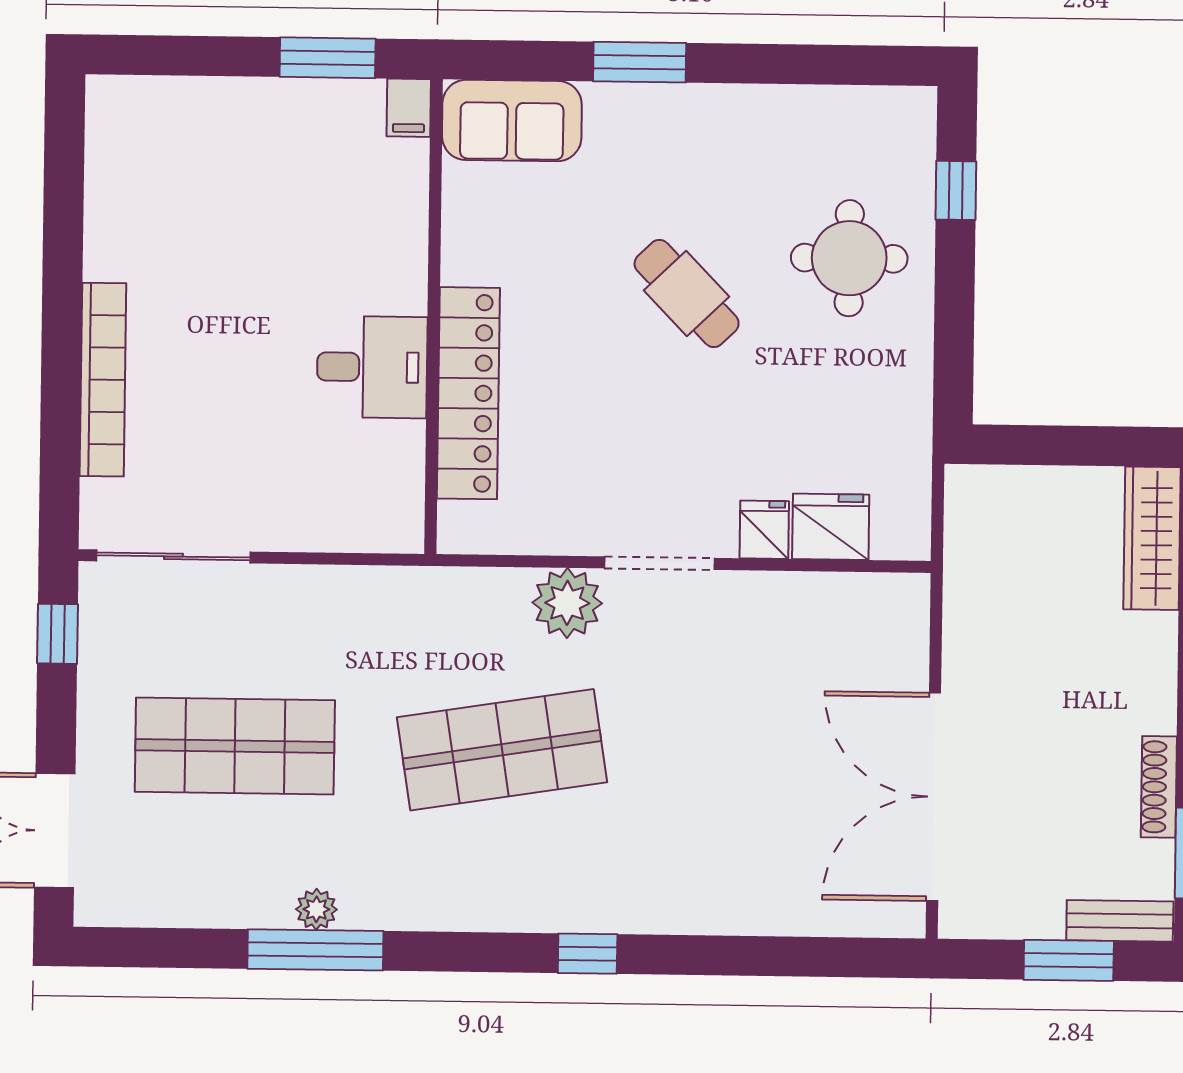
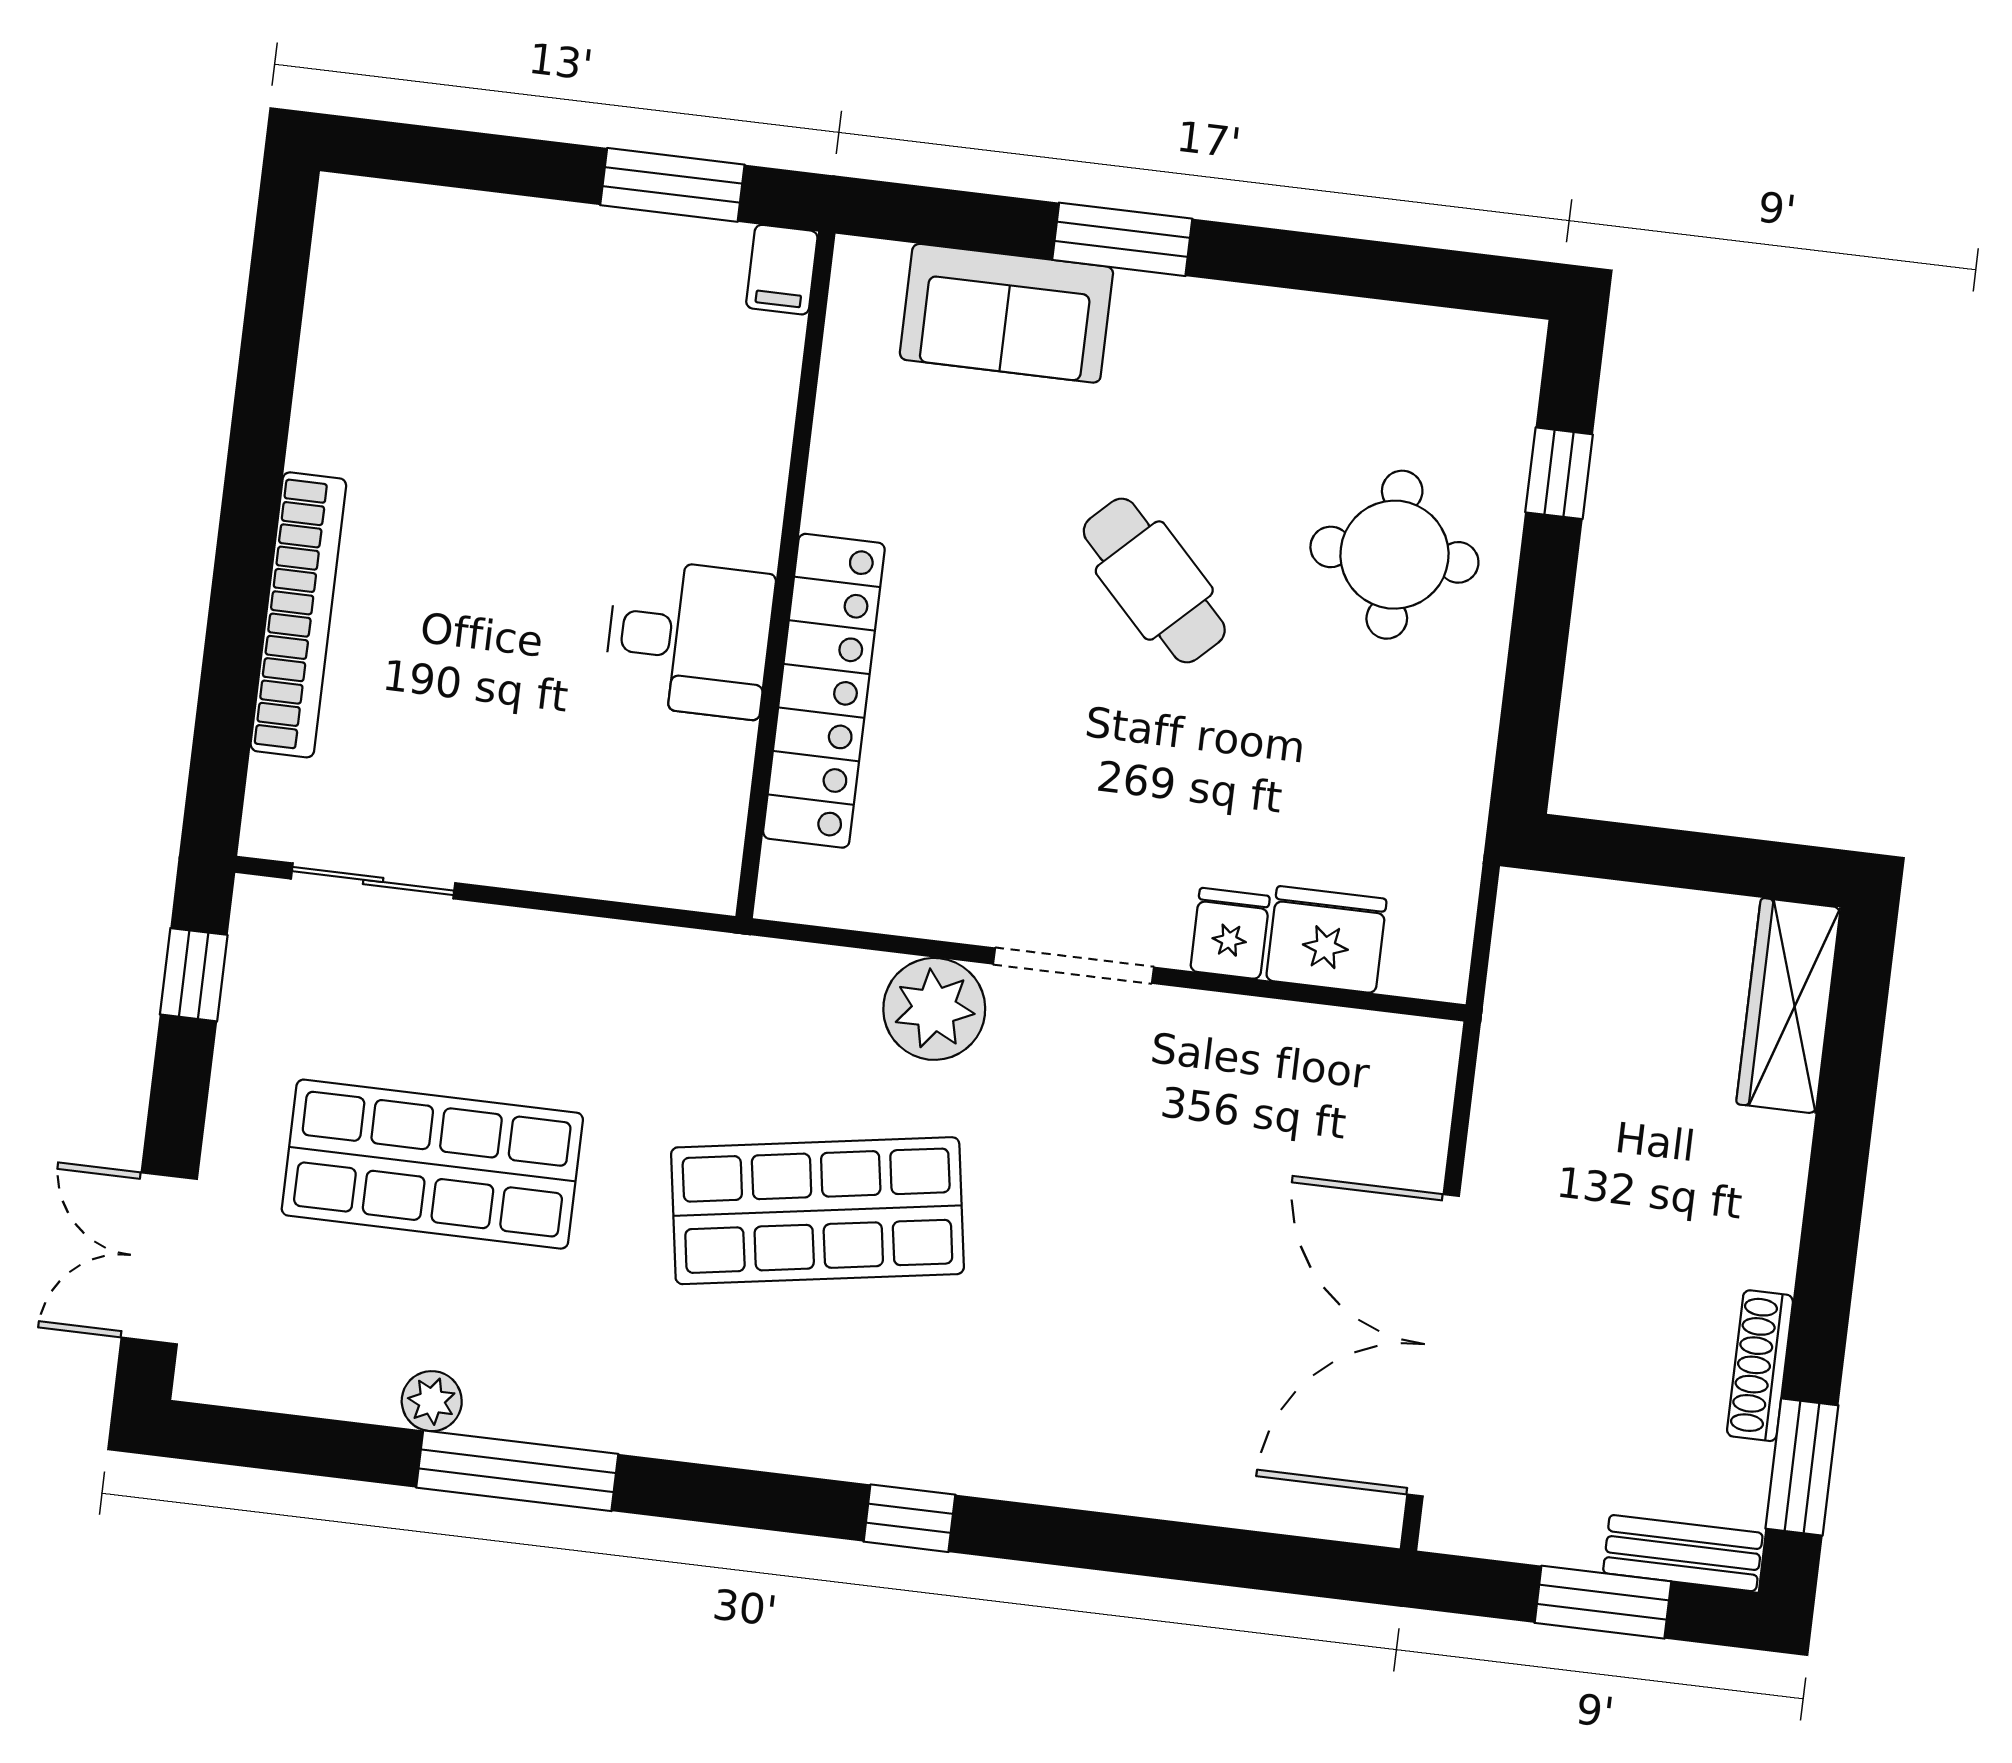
sofa: (512, 120) -> (1006, 313), moved
sliding door: (173, 556) -> (373, 881), width x0.73
plant: (316, 909) -> (432, 1401), moved

